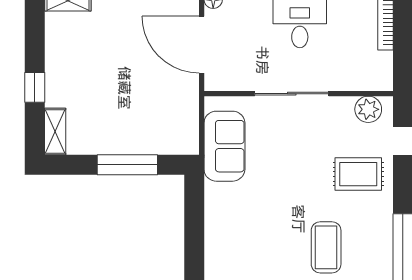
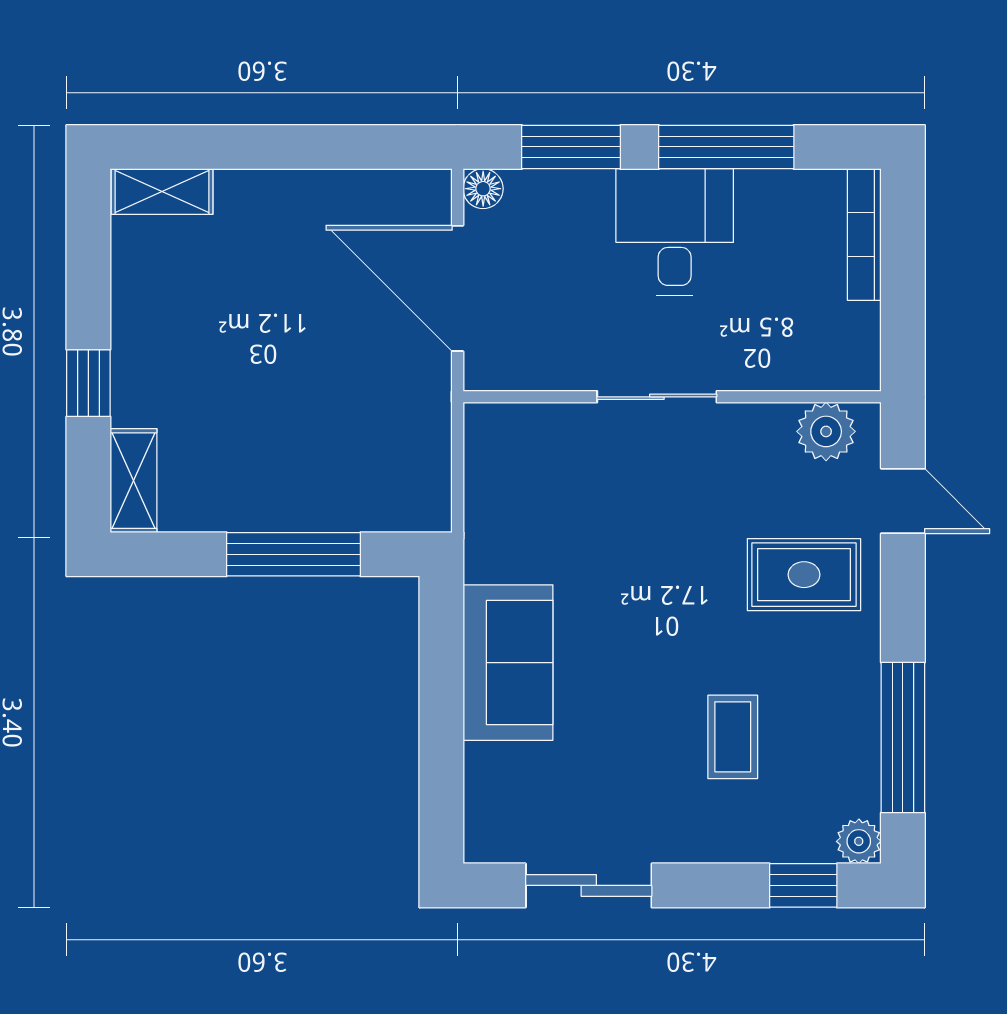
sliding door: (292, 94) -> (657, 397), width x0.73
sofa: (224, 146) -> (508, 663), moved
coffee table: (326, 247) -> (733, 737), width x0.73, depth x0.77

